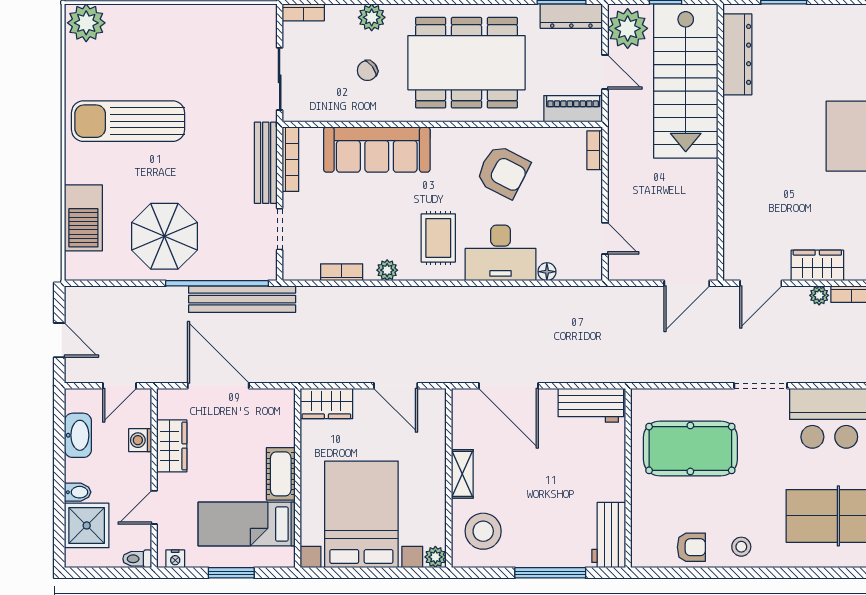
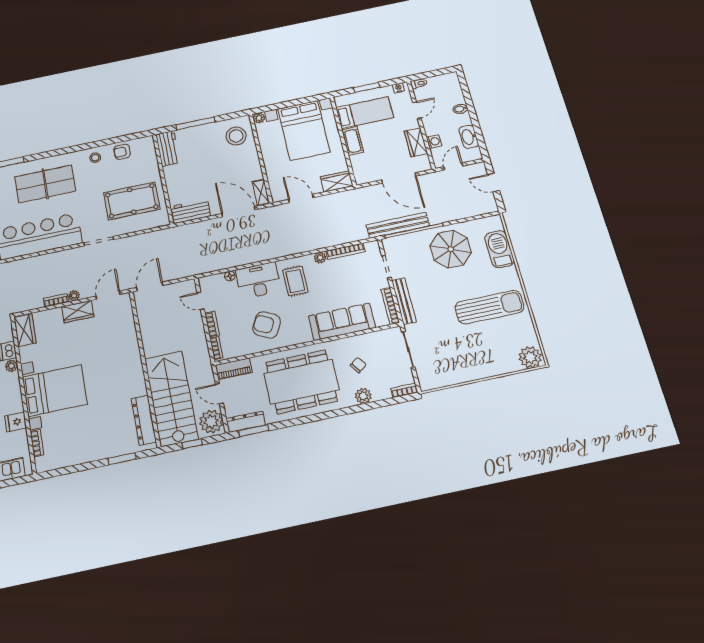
bookcase: (594, 193) -> (212, 324), added
bookcase: (342, 272) -> (345, 251), width x1.56
shelving: (462, 474) -> (261, 193), moved
shower: (87, 525) -> (451, 94), removed

